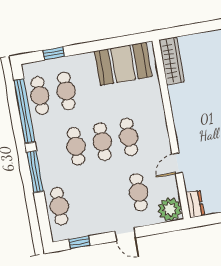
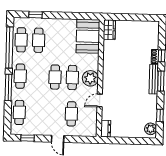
wardrobe: (171, 61) -> (109, 30), width x0.67
booth: (123, 64) -> (88, 36), moved, turned 90
cafe table: (76, 146) -> (20, 76), moved
plant: (170, 209) -> (90, 78), moved

